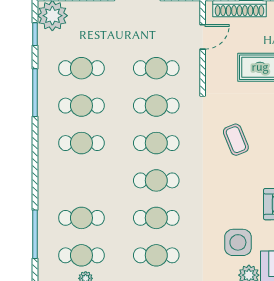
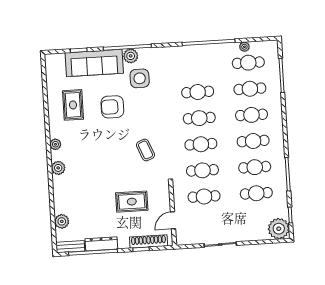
cafe table: (156, 255) -> (252, 115), moved

